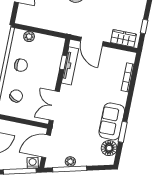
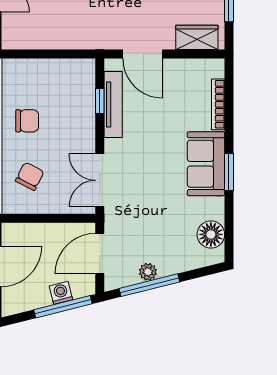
plant: (29, 36) -> (31, 68), removed
sofa: (112, 121) -> (206, 164), moved
window: (123, 132) -> (229, 172), moved
washing machine: (33, 163) -> (61, 293), moved

